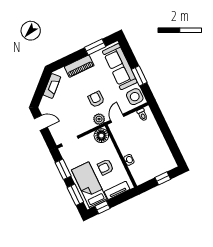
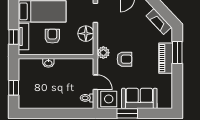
window: (95, 47) -> (177, 52), moved
sofa: (120, 67) -> (139, 98), width x0.73
door: (117, 118) -> (95, 82), moved
floor lamp: (101, 136) -> (86, 34), moved
window: (102, 207) -> (14, 37), moved

